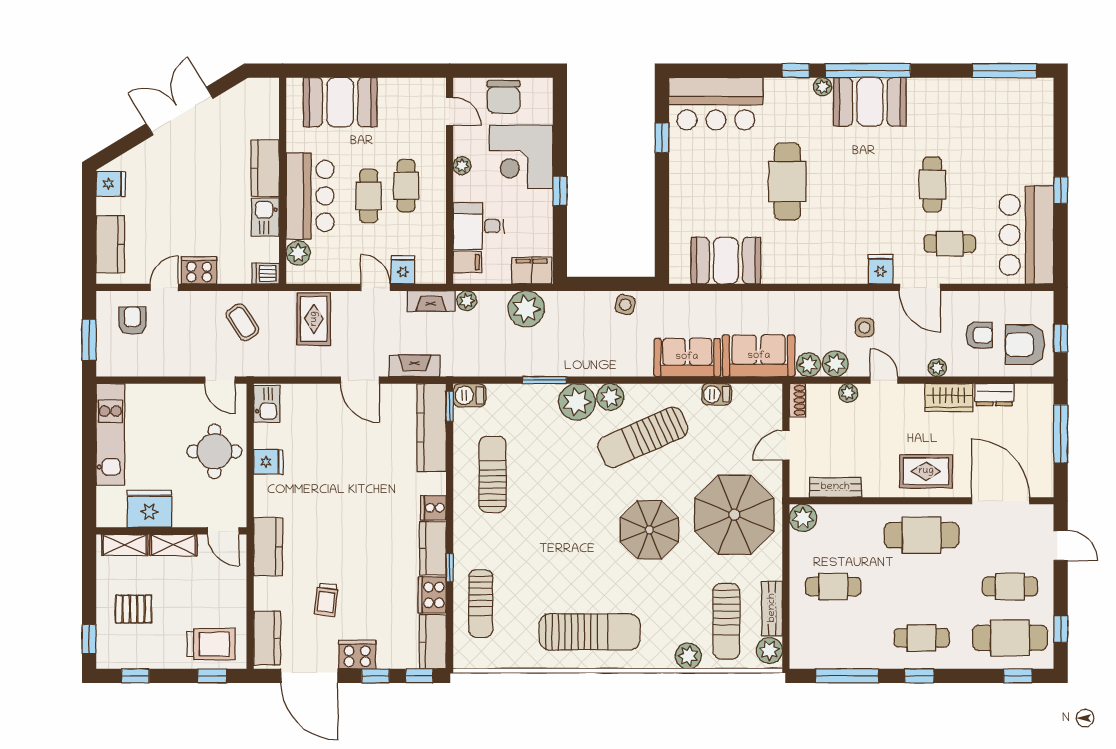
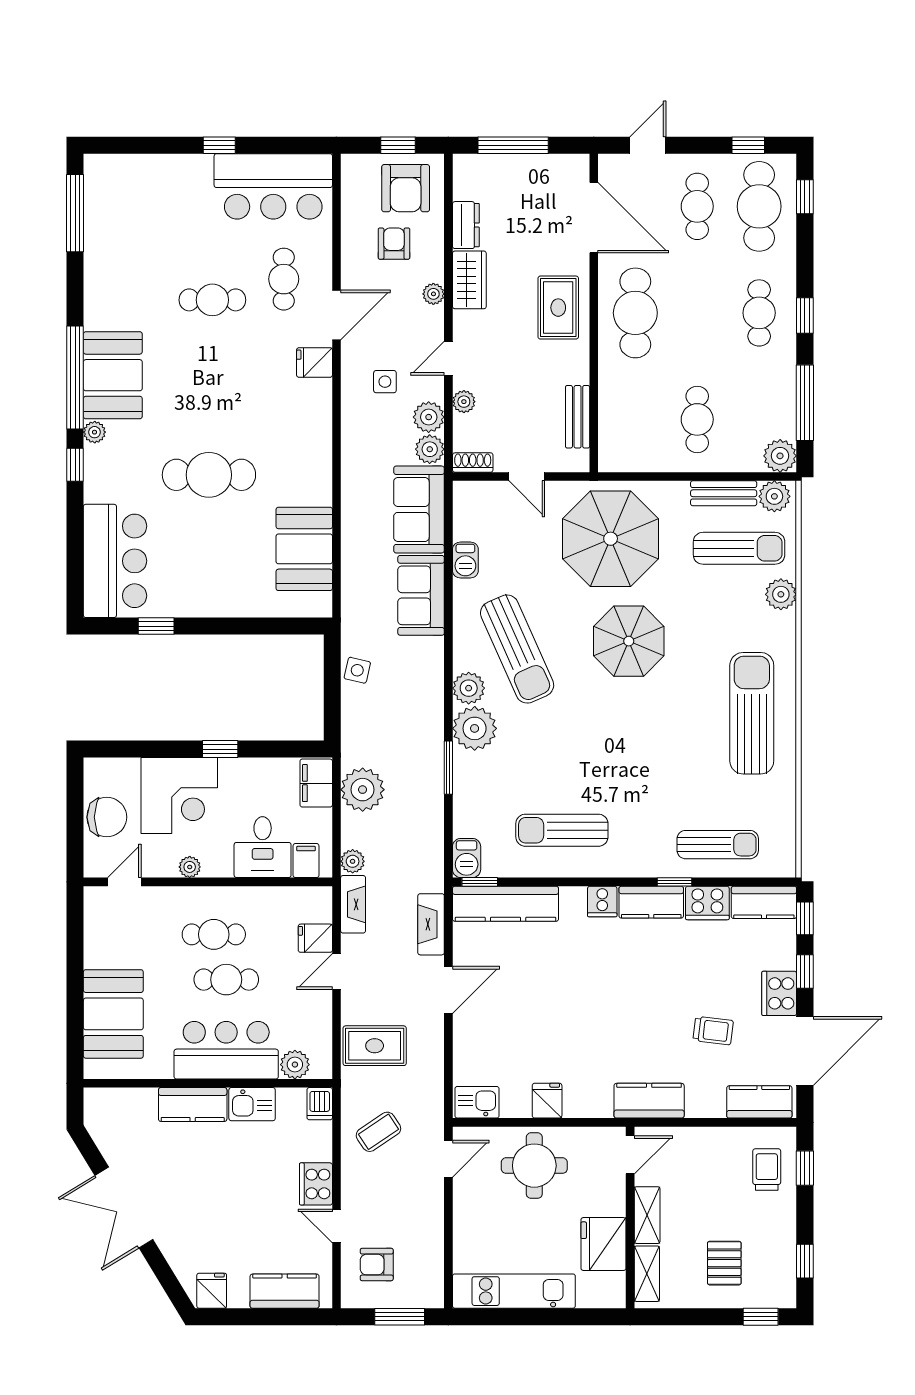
door: (1001, 501) -> (594, 218), swing flipped
plant: (803, 518) -> (780, 456), moved
trolley: (211, 644) -> (767, 1170), width x0.73, depth x0.72

